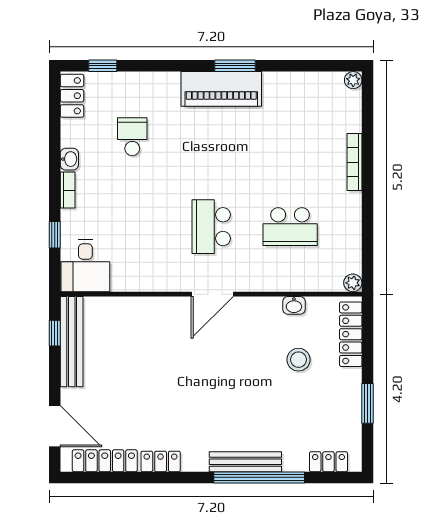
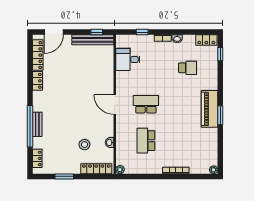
desk: (85, 266) -> (128, 59), moved
bench: (245, 462) -> (37, 124), width x0.73

